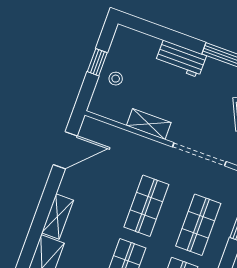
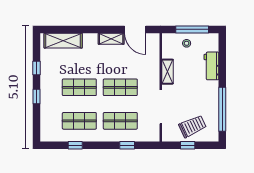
workbench: (181, 59) -> (211, 66), moved
window: (97, 62) -> (192, 29), width x2.17
shelving: (57, 217) -> (111, 39), moved

